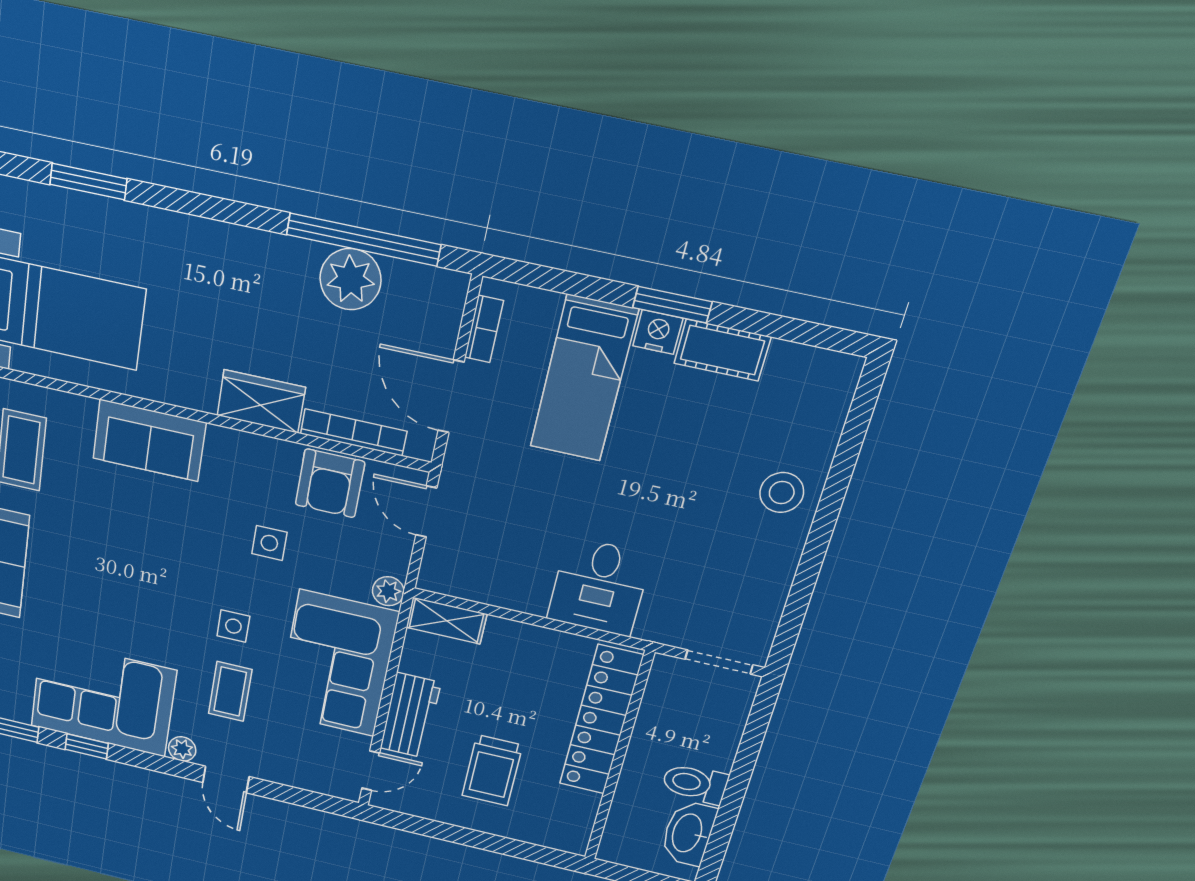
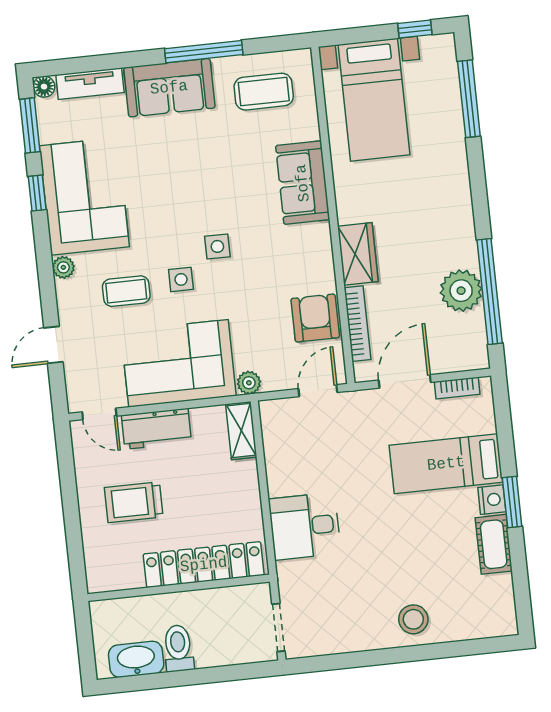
window: (88, 182) -> (469, 99), width x1.44
armchair: (330, 483) -> (315, 318), turned 90
side table: (269, 543) -> (217, 246), moved
door: (226, 780) -> (53, 345), moved

